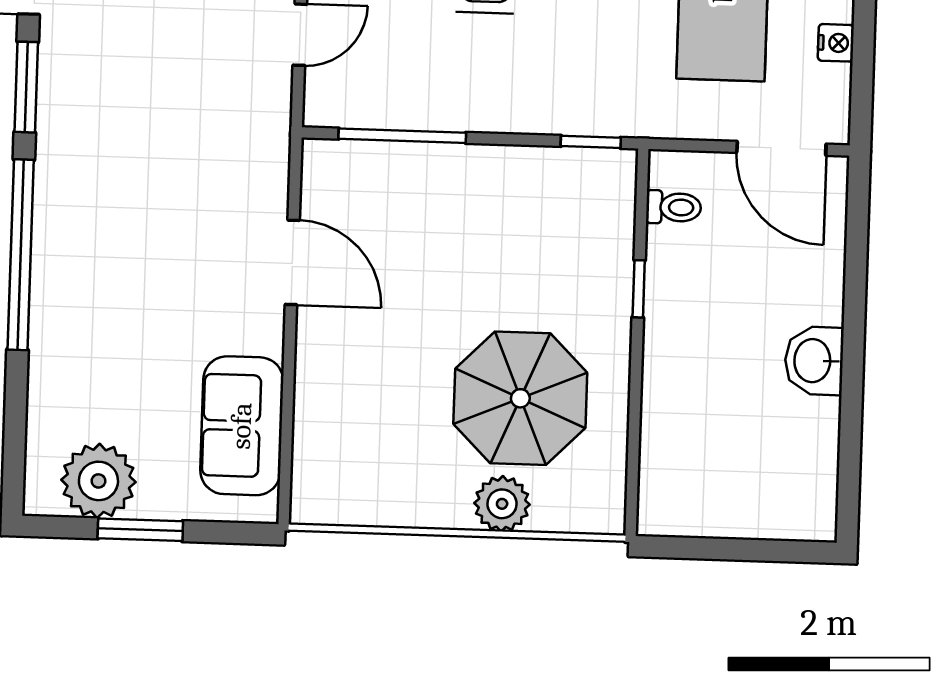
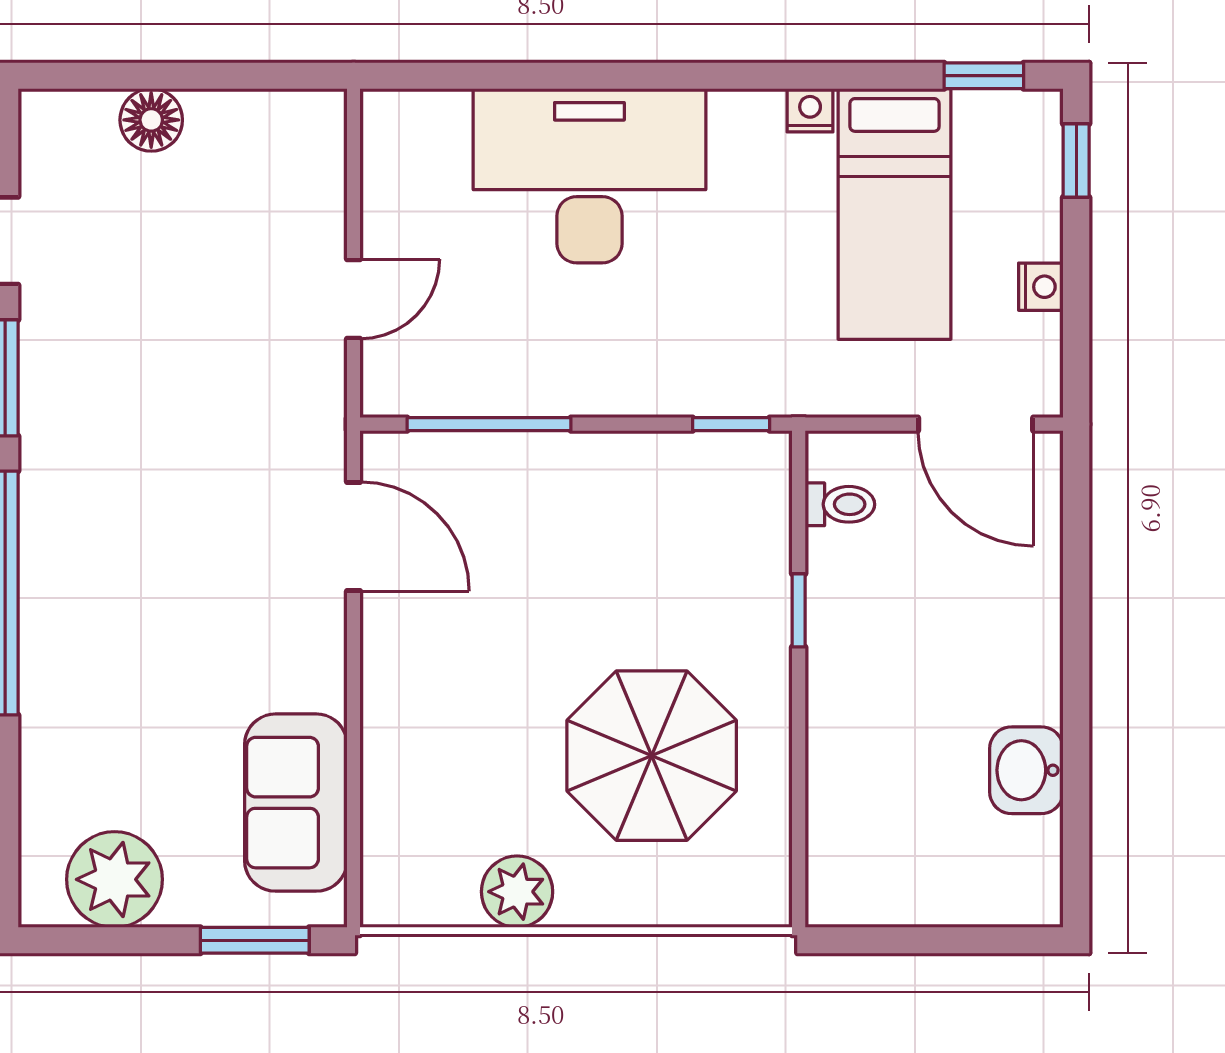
door: (292, 262) -> (354, 536), moved
washbasin: (814, 361) -> (1026, 770), moved
plant: (502, 504) -> (517, 892), moved
window: (140, 530) -> (255, 940), moved

